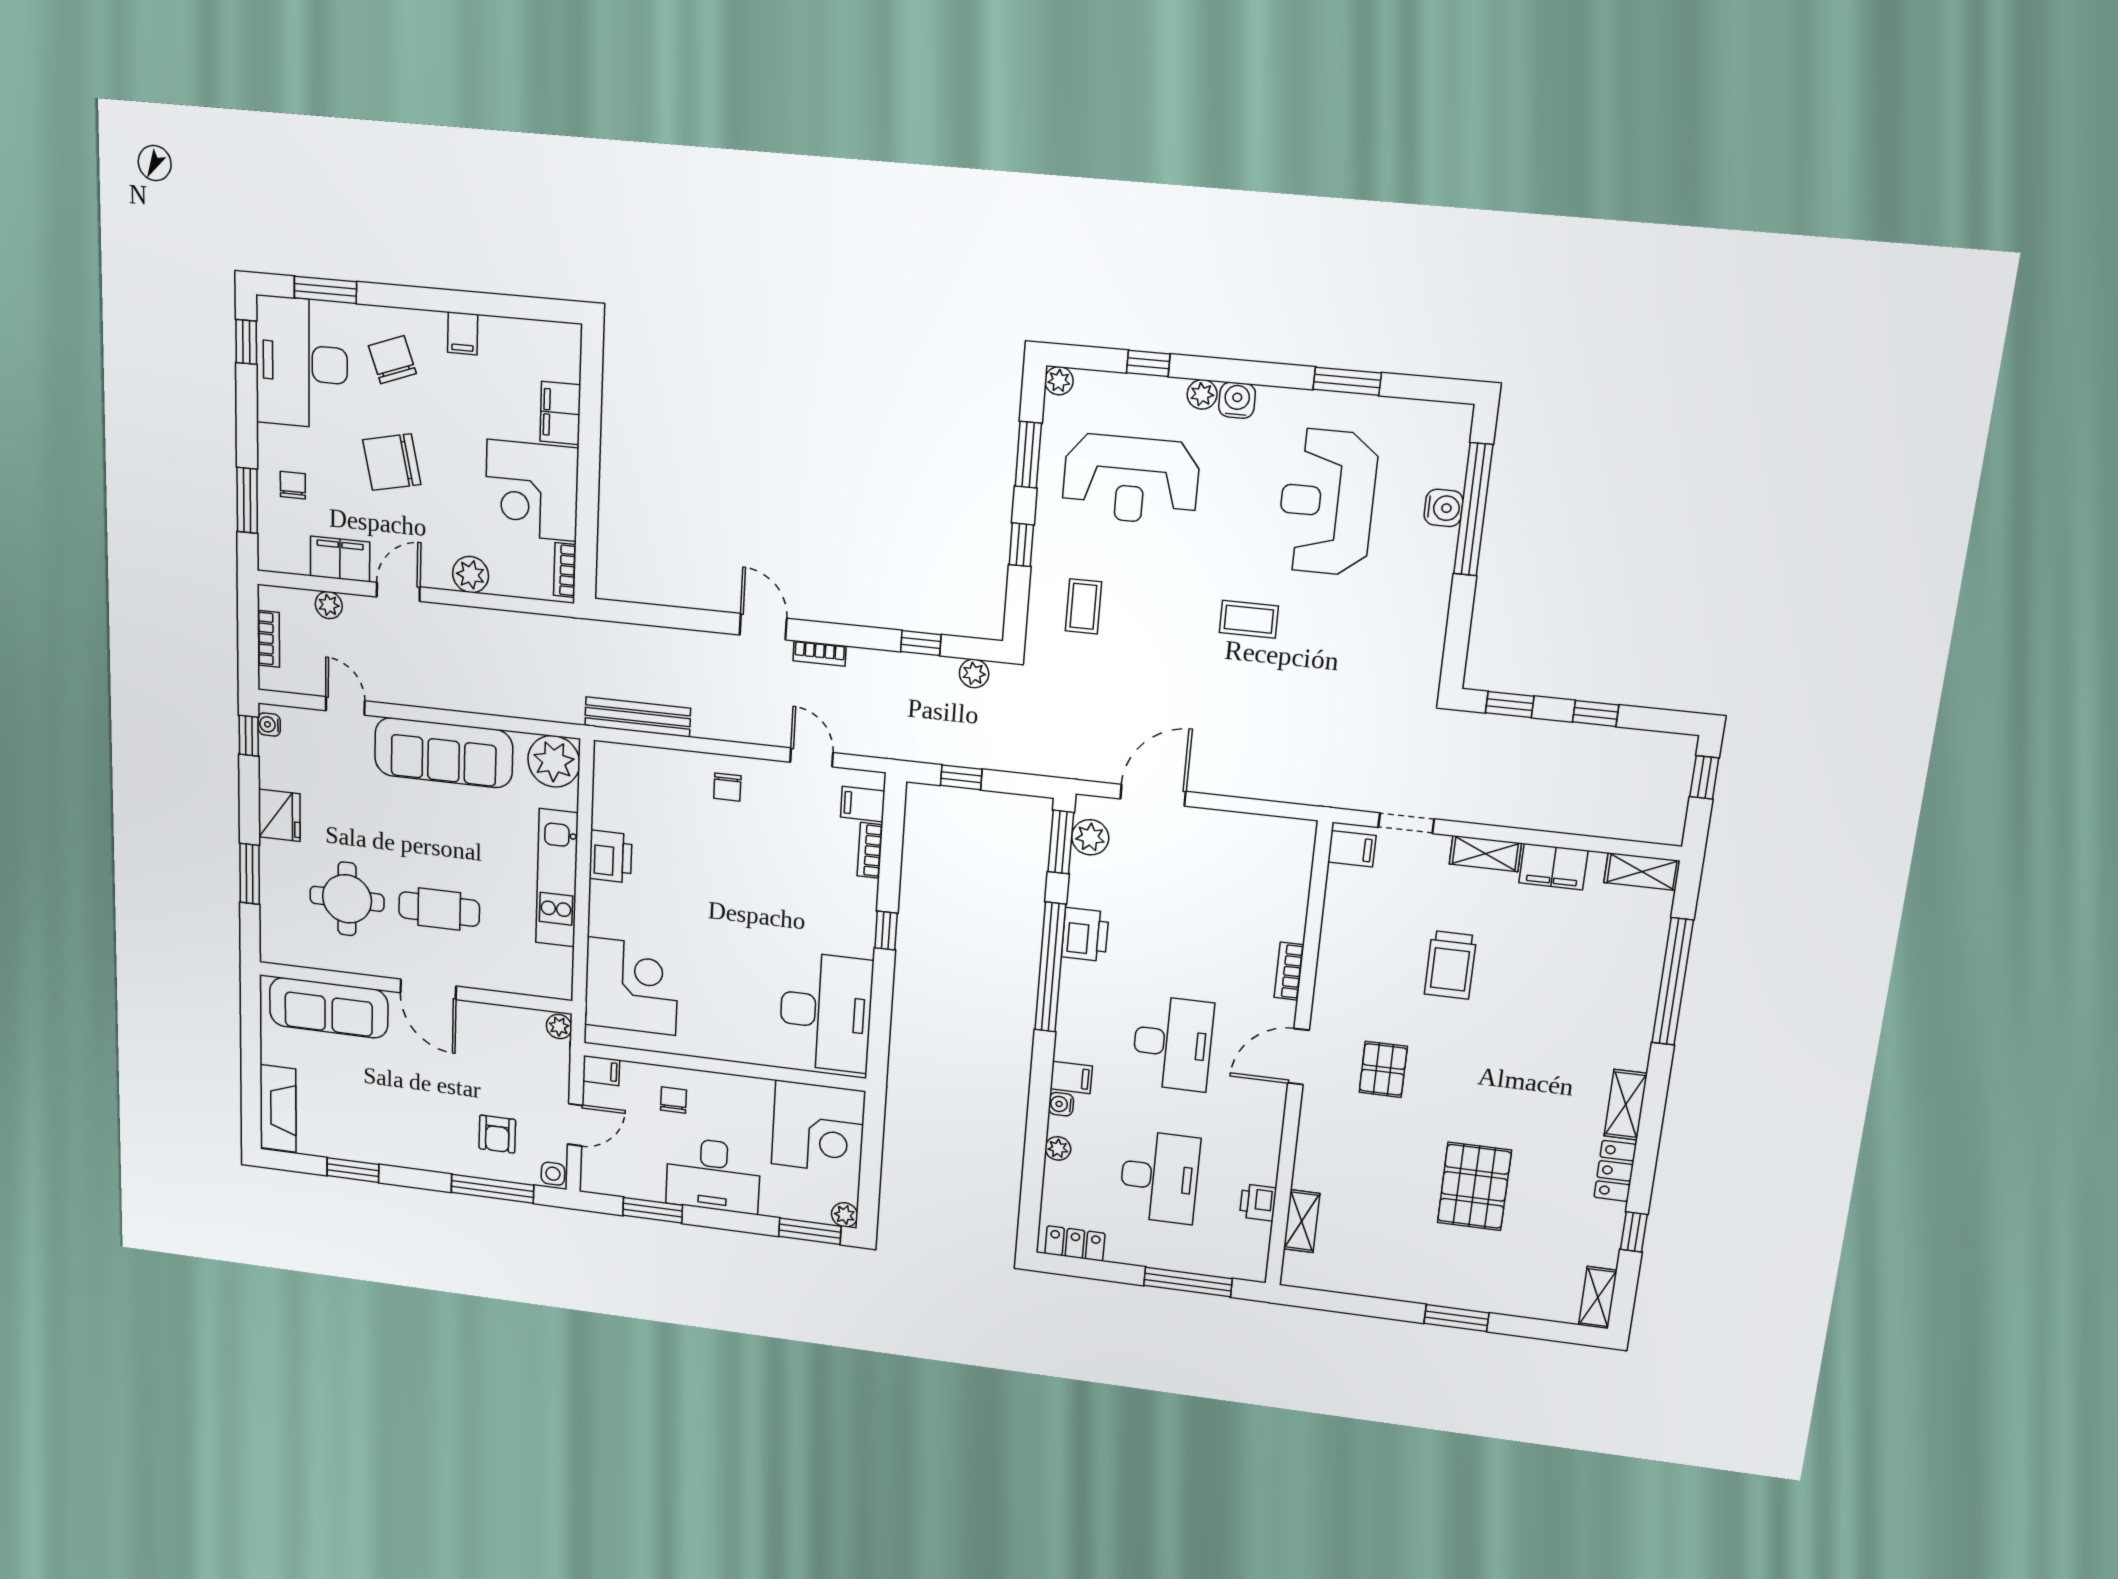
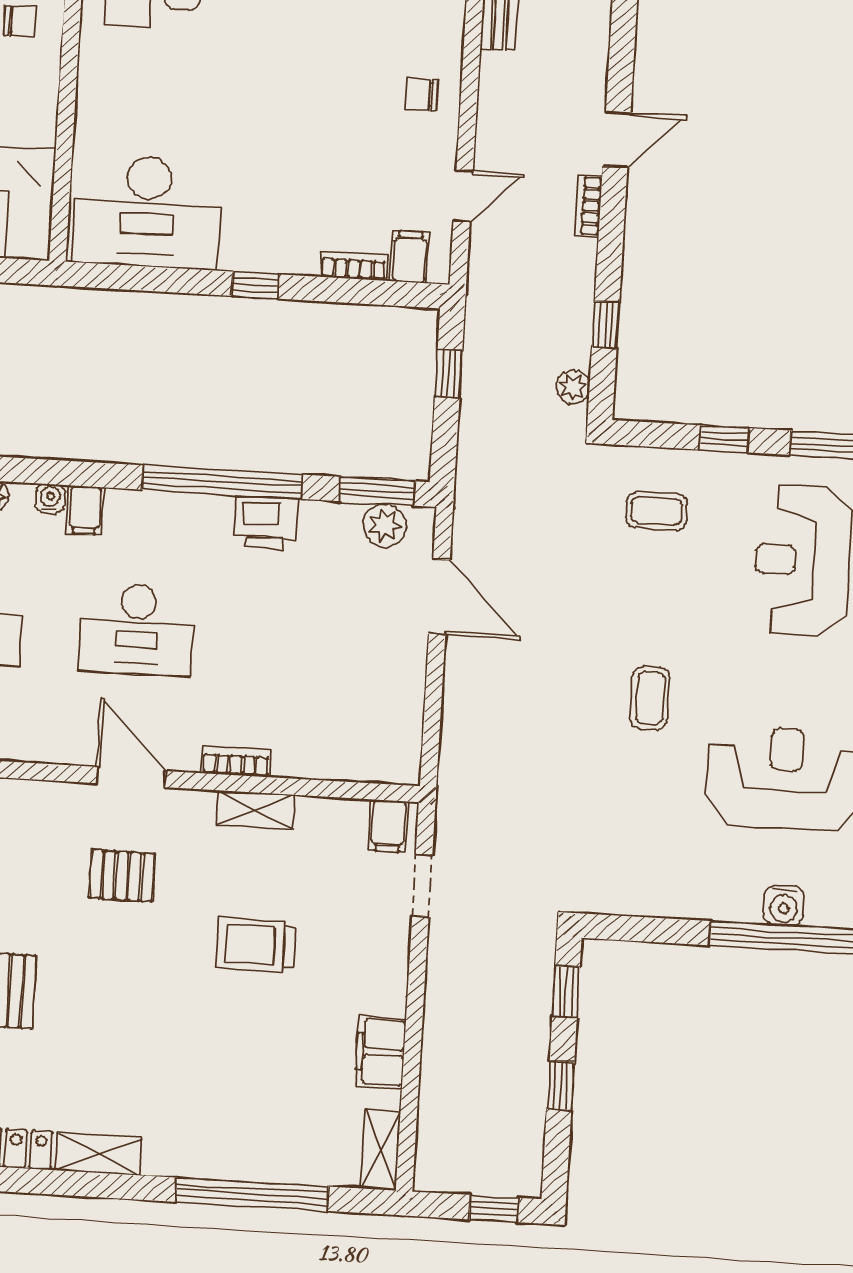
shelving: (1485, 853) -> (256, 810), moved, turned 90

